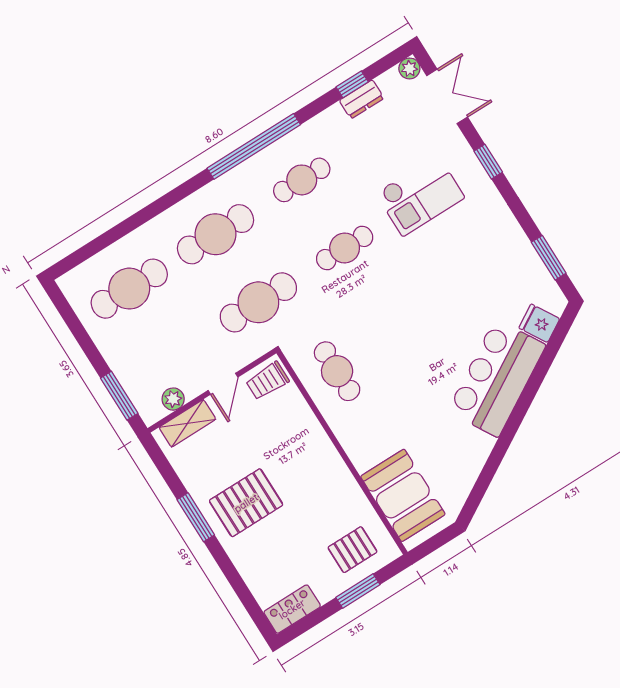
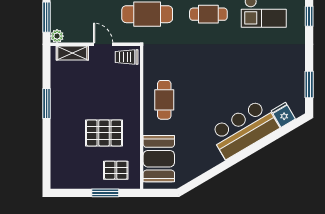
cafe table: (337, 371) -> (164, 100), moved
door: (223, 384) -> (103, 44), swing flipped
plant: (173, 399) -> (57, 36), moved
pallet: (246, 503) -> (104, 133), moved
locker: (292, 609) -> (66, 181), removed

